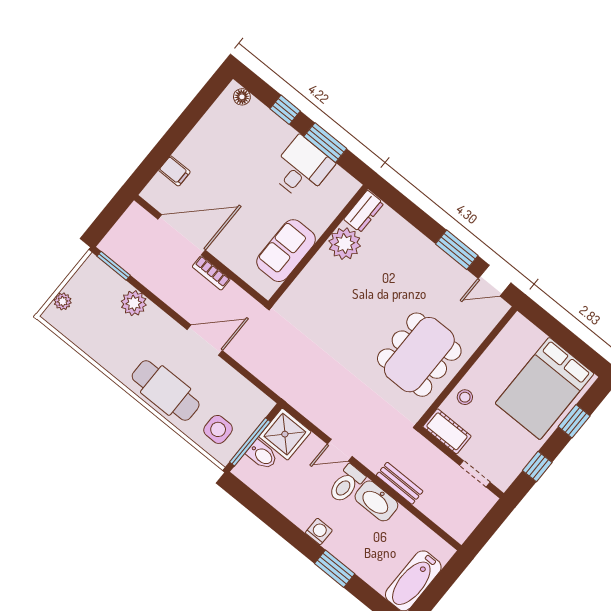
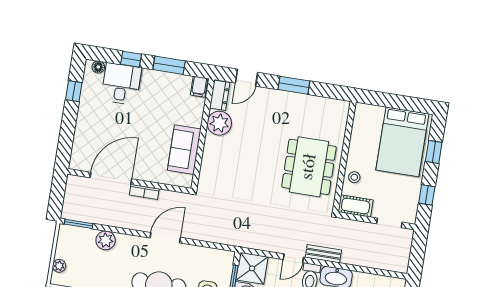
window: (197, 108) -> (74, 91), added
desk: (302, 168) -> (121, 84), moved
filing cabinet: (174, 171) -> (199, 87), moved, turned 90
door: (495, 281) -> (247, 78), moved
bench: (400, 483) -> (323, 254), moved

